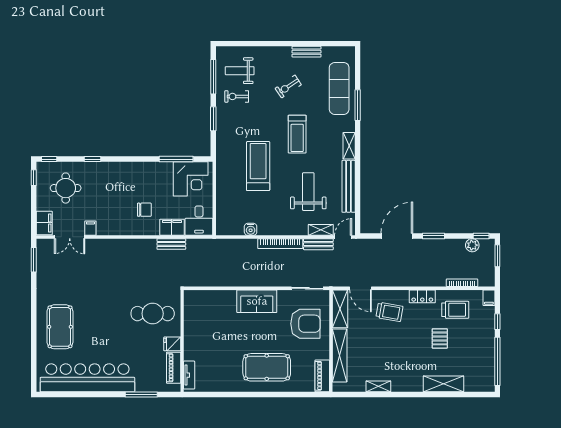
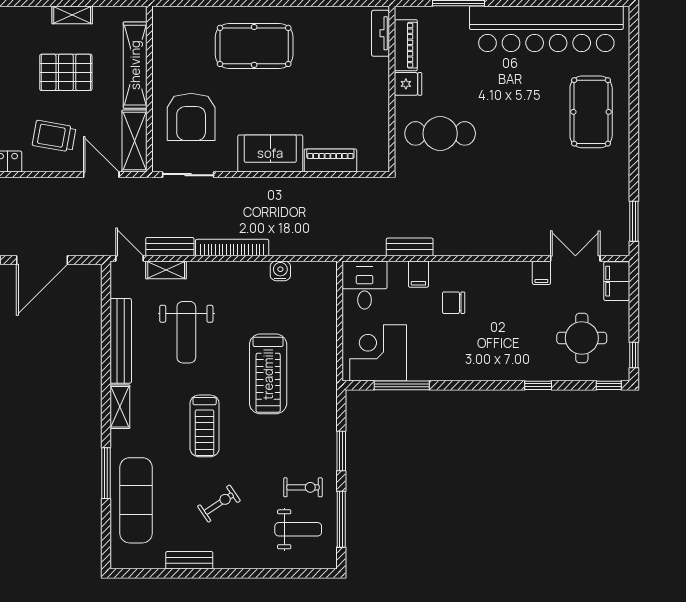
treadmill: (297, 134) -> (205, 426), turned 180
filing cabinet: (172, 227) -> (418, 274), width x0.50
door: (343, 237) -> (130, 258), swing flipped
armchair: (305, 324) -> (191, 117), turned -90
pallet: (382, 351) -> (66, 72), added
piano: (322, 376) -> (330, 160), moved, turned -90

